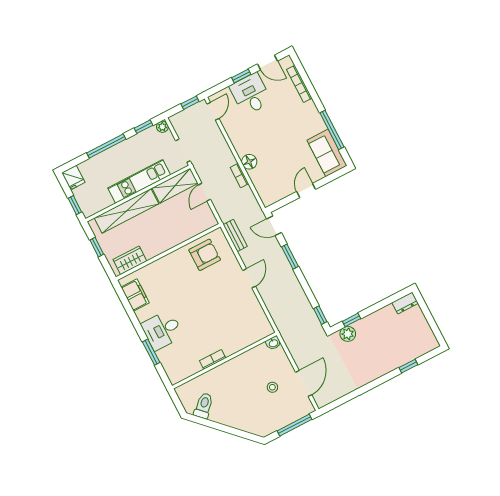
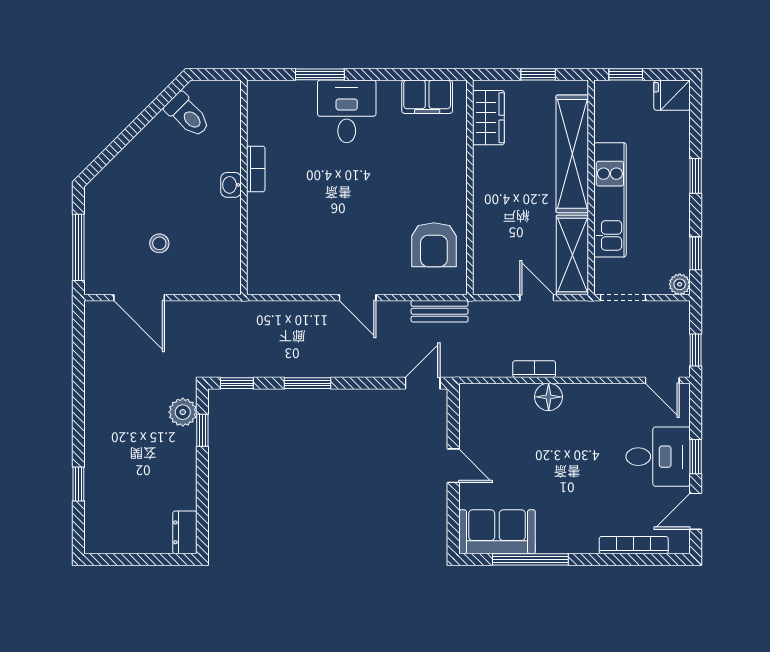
window: (106, 146) -> (696, 176), width x0.46
window: (290, 257) -> (308, 383), moved
washbasin: (273, 343) -> (231, 185), moved

